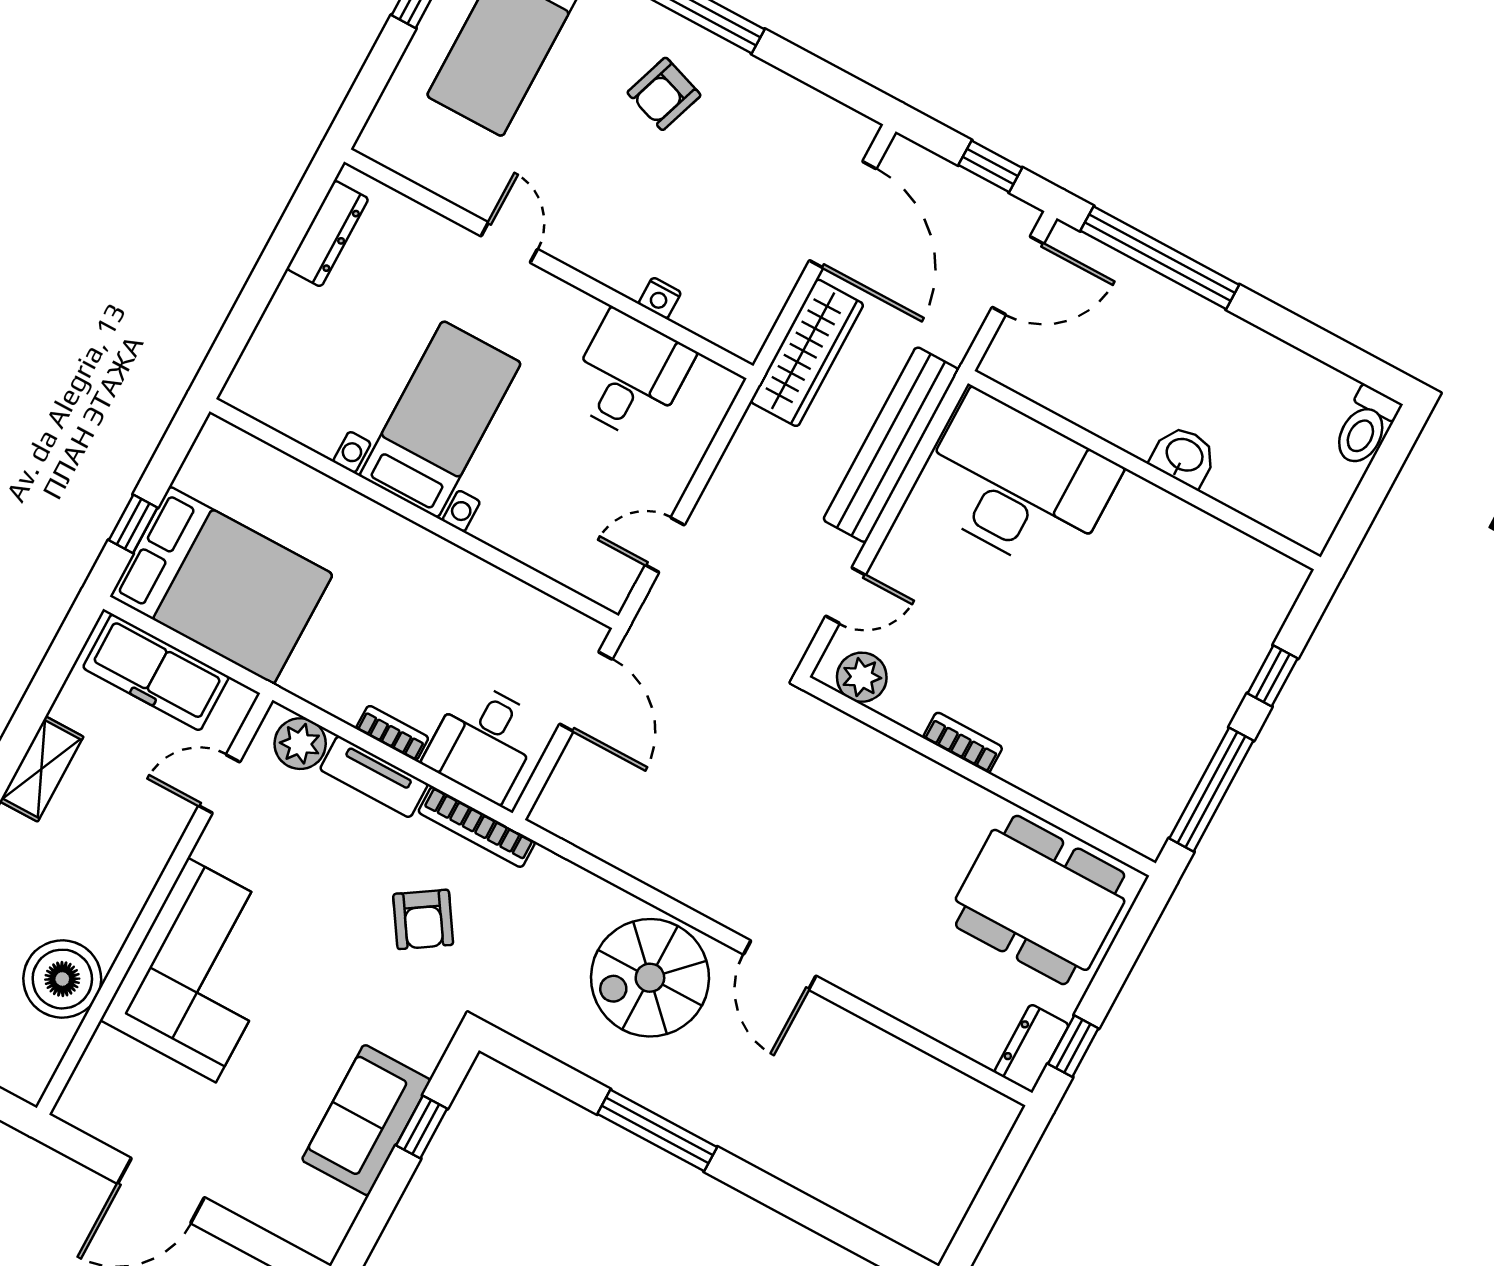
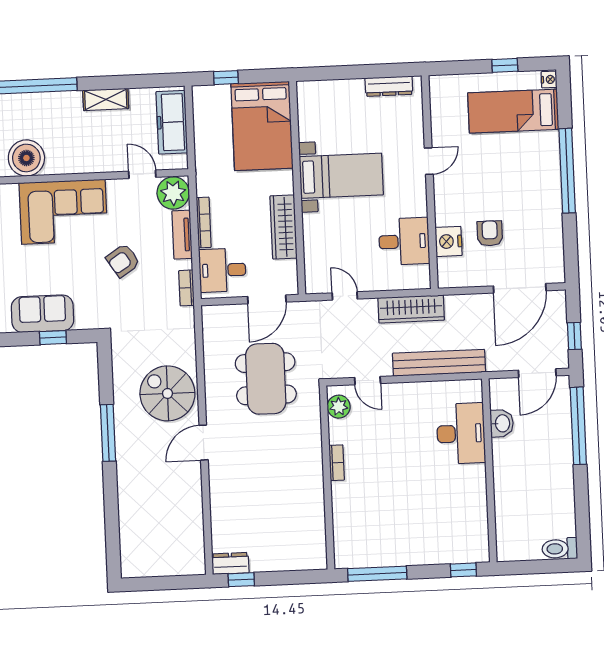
armchair: (664, 94) -> (490, 233), moved, turned 71
door: (1018, 275) -> (537, 373), hinge flipped
nightstand: (660, 298) -> (449, 241), width x1.89, depth x1.79
wardrobe: (807, 353) -> (411, 309), moved
washbasin: (1184, 456) -> (502, 423), moved
desk: (1017, 484) -> (461, 433), width x0.73, depth x0.77
wardrobe: (471, 582) -> (284, 227), added
bed: (221, 585) -> (262, 126), moved
window: (1273, 676) -> (463, 570), moved
bookcase: (392, 733) -> (204, 222), width x1.56
plant: (300, 744) -> (173, 193), width x1.36, depth x1.36
bookcase: (477, 827) -> (187, 288), width x0.64
dining table: (1040, 900) -> (266, 379), moved
armchair: (423, 919) -> (123, 261), moved

